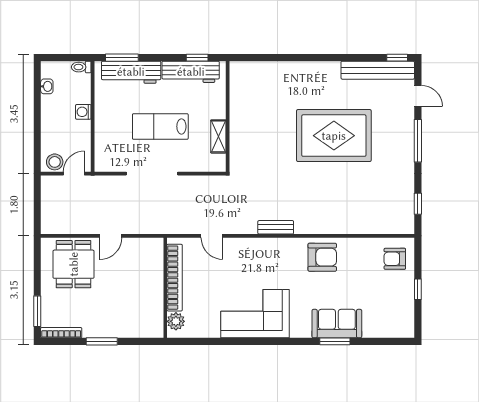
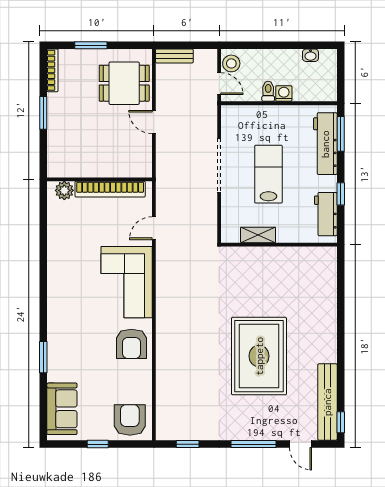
window: (197, 58) -> (341, 194), moved
toilet: (81, 67) -> (268, 91), moved
workbench: (191, 72) -> (326, 214), width x0.73
door: (418, 96) -> (301, 444), hinge flipped
bench: (276, 227) -> (174, 56), moved, turned 90
armchair: (395, 259) -> (130, 420), width x1.38, depth x1.38
window: (37, 311) -> (91, 45), moved
corner sofa: (255, 314) -> (127, 282), moved, turned 180
sofa: (337, 324) -> (62, 409), moved

